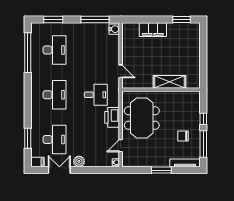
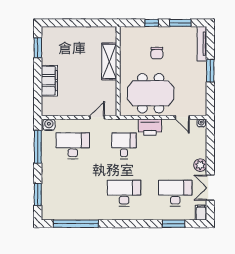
desk: (55, 50) -> (73, 146), moved
chair: (183, 136) -> (157, 53), moved
window: (203, 144) -> (180, 23), width x0.69

